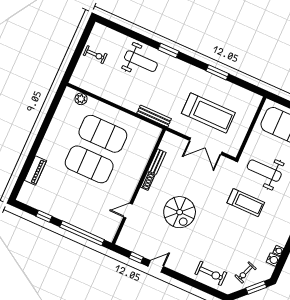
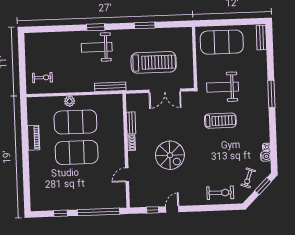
exercise bike: (95, 55) -> (42, 78), moved
weight bench: (141, 61) -> (97, 47), moved, turned 180
plant: (81, 99) -> (70, 101), moved
piano: (35, 171) -> (34, 138), moved

